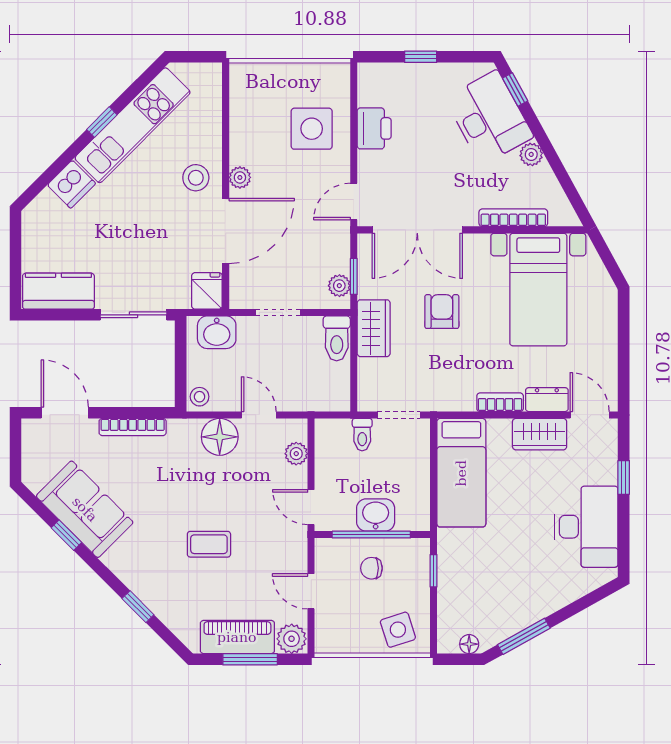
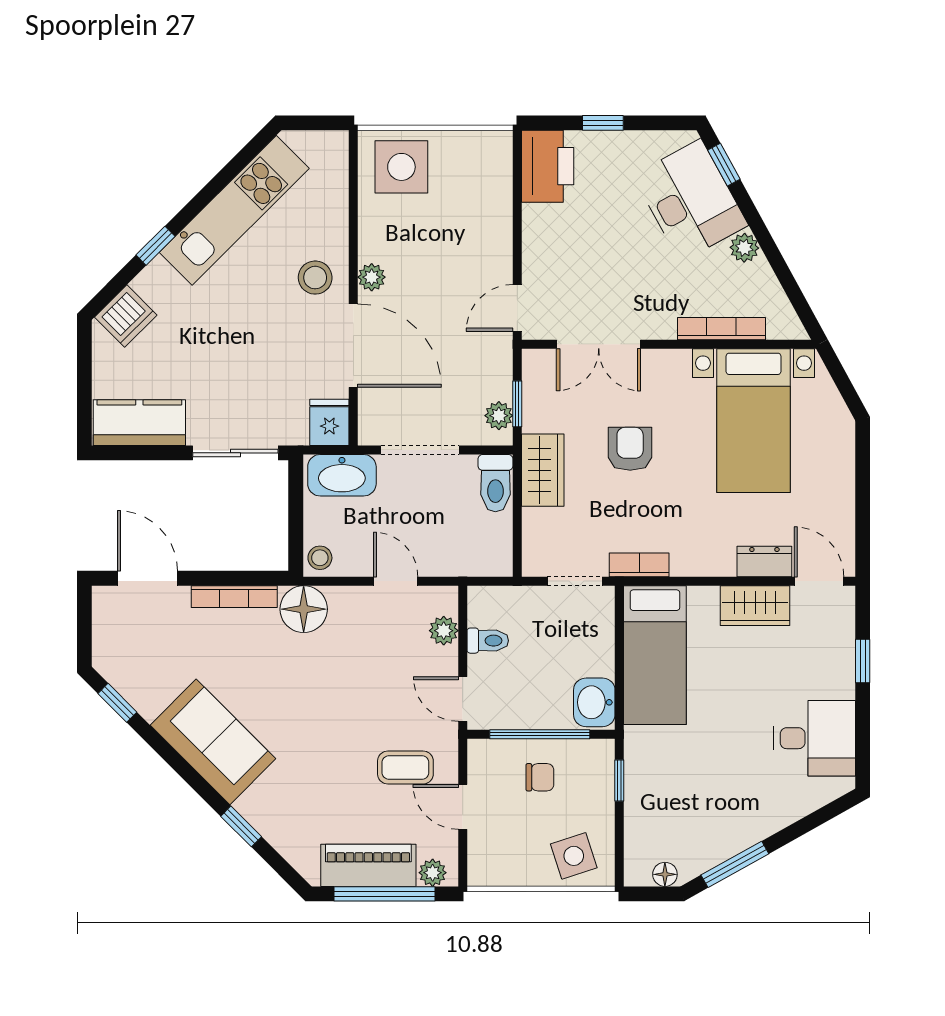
window: (102, 122) -> (156, 246), moved
printer: (374, 128) -> (548, 166), moved, width x1.37, depth x1.19
side table: (312, 129) -> (401, 167), moved
dishwasher: (71, 184) -> (126, 316), moved
double door: (417, 230) -> (599, 344), width x0.73
door: (226, 231) -> (353, 346), hinge flipped
doorway: (278, 312) -> (420, 450), width x1.38
washbasin: (217, 332) -> (342, 475), width x1.38
bookcase: (500, 402) -> (639, 565), moved
toilet: (362, 435) -> (488, 641), moved, turned -90
floor lamp: (220, 437) -> (304, 609), moved
sofa: (85, 509) -> (213, 742), moved
washbasin: (376, 515) -> (594, 702), moved, turned -90
desk: (586, 527) -> (815, 738), width x0.73
window: (66, 535) -> (117, 703), moved
coffee table: (209, 544) -> (405, 767), moved
chair: (371, 568) -> (540, 777), turned 180
plant: (292, 639) -> (433, 873), width x0.73, depth x0.73
window: (250, 659) -> (385, 894), width x1.44

